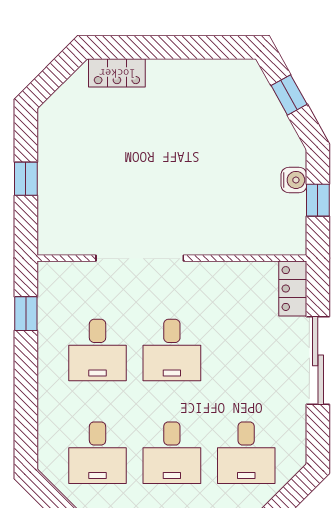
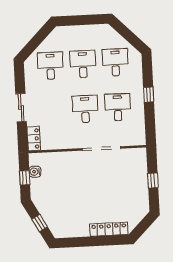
locker: (117, 73) -> (109, 229), width x1.53
water cooler: (294, 180) -> (35, 172), moved
window: (26, 314) -> (149, 95), moved
sliding door: (318, 360) -> (21, 108), width x0.73

